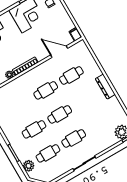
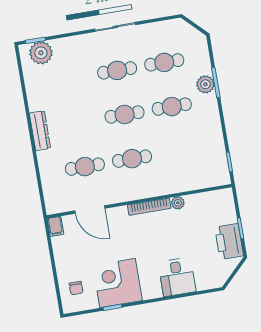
plant: (29, 166) -> (205, 84), moved

